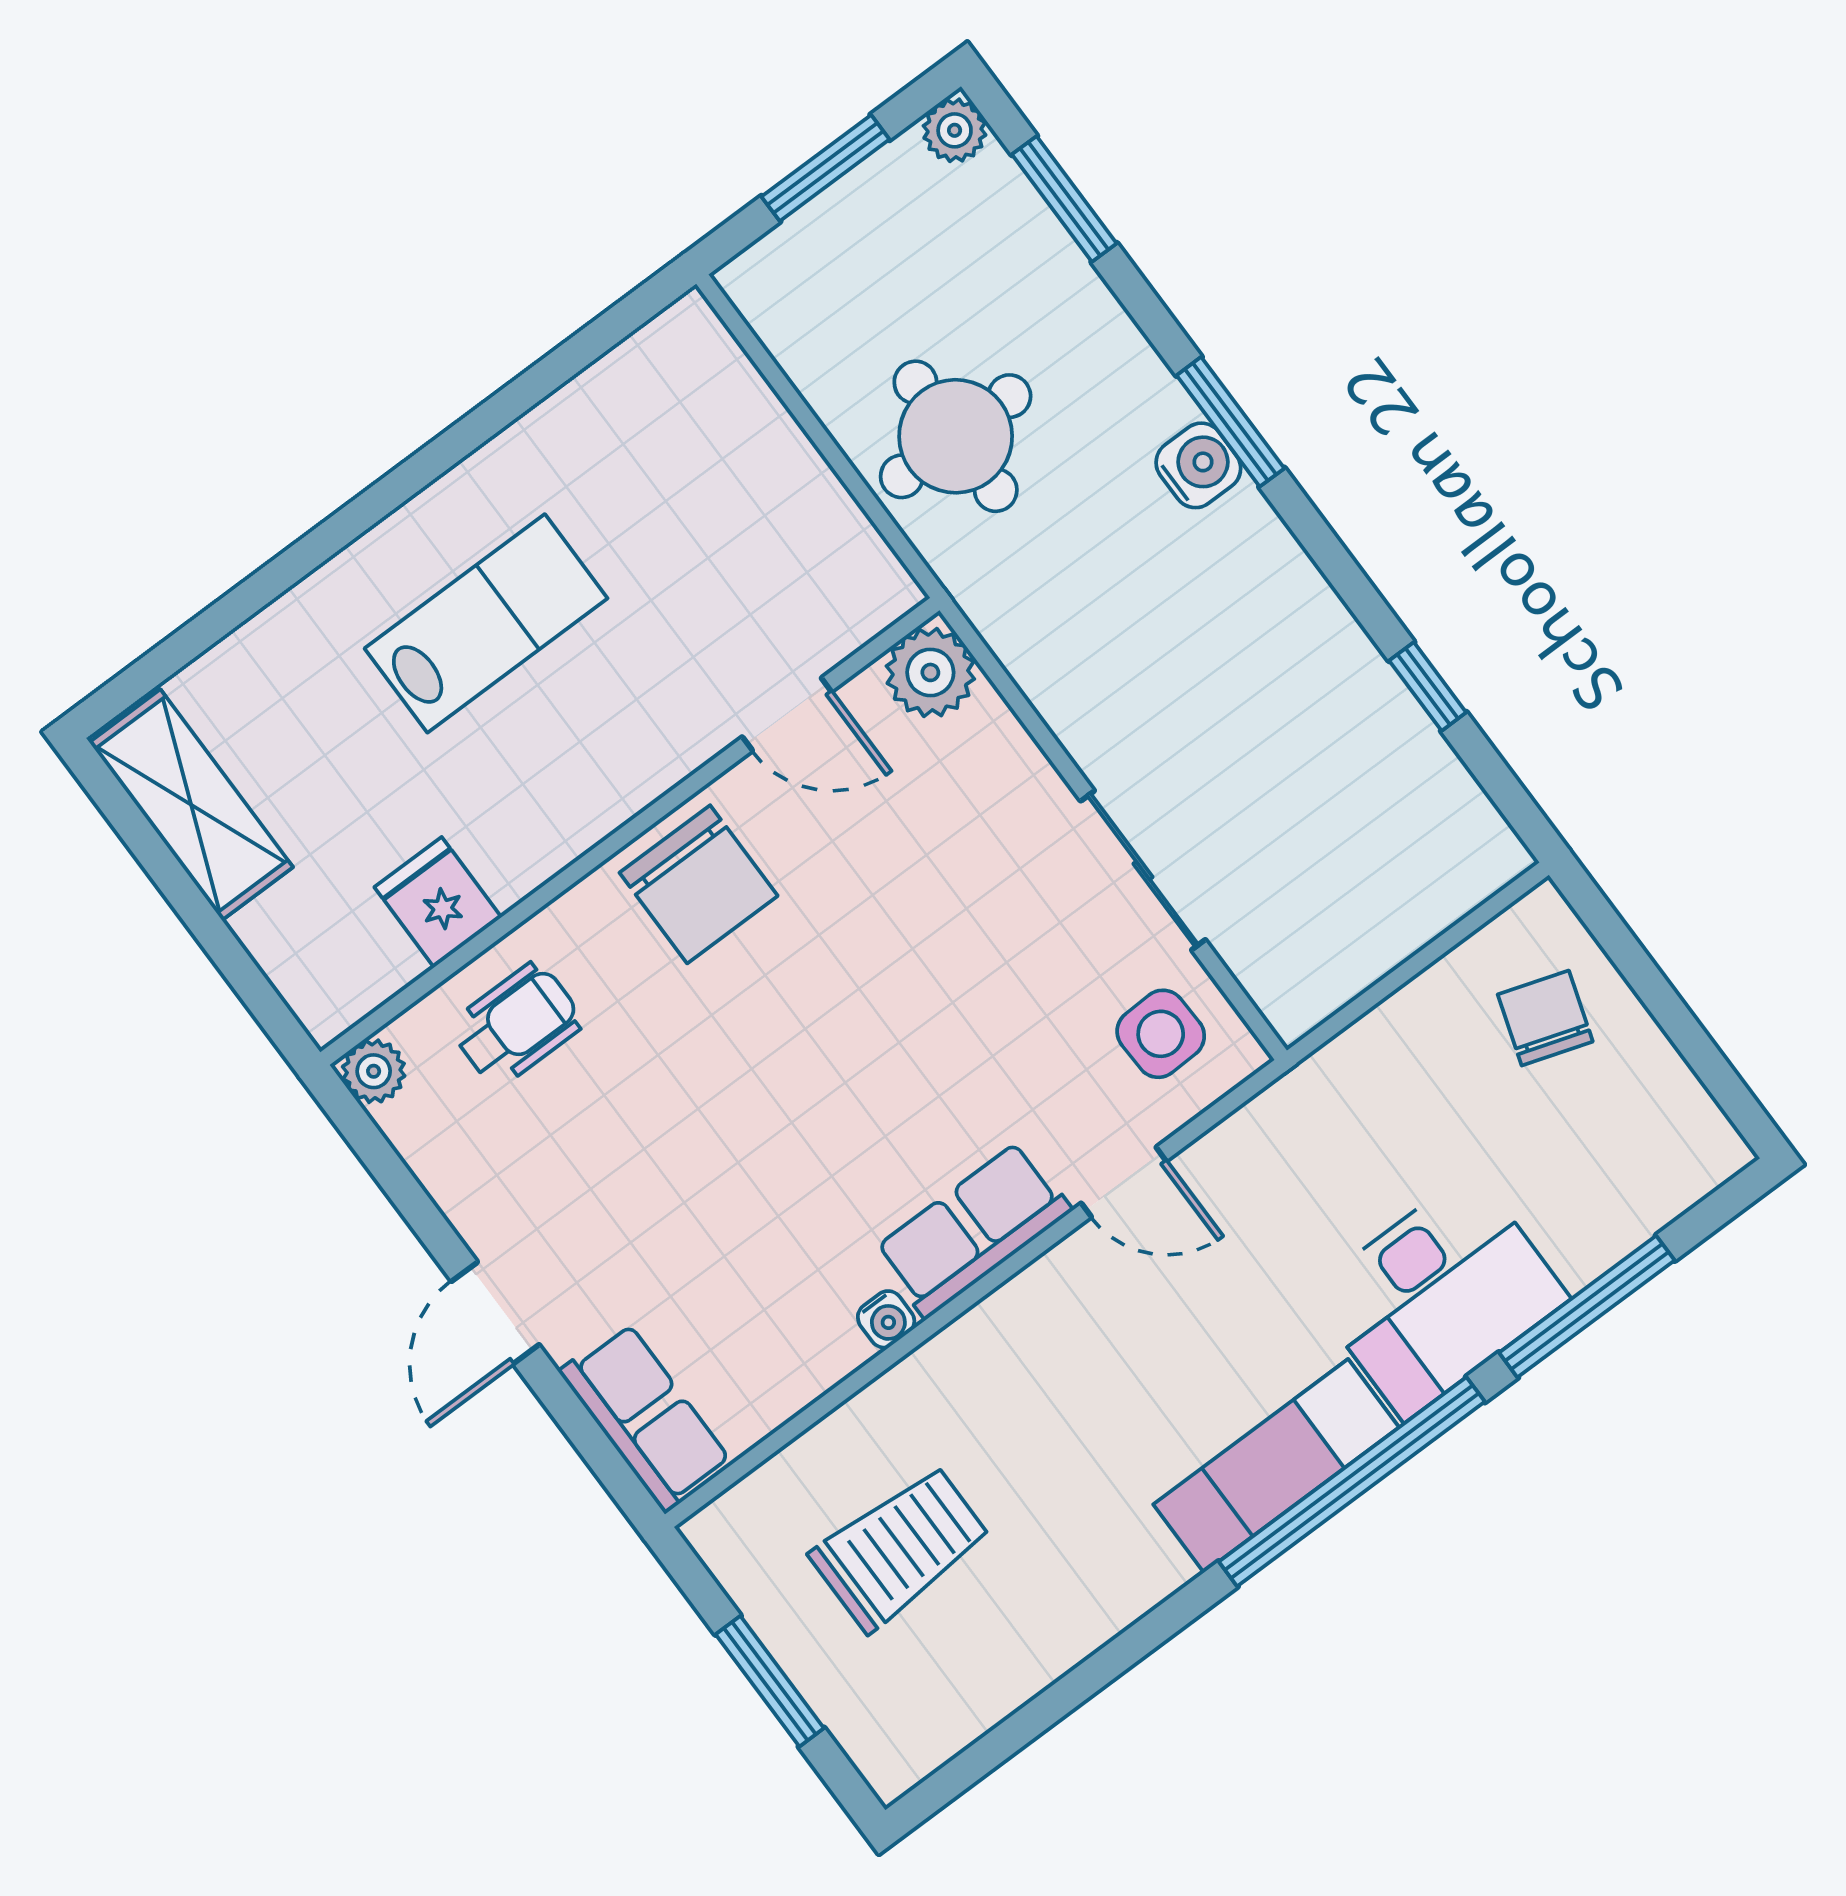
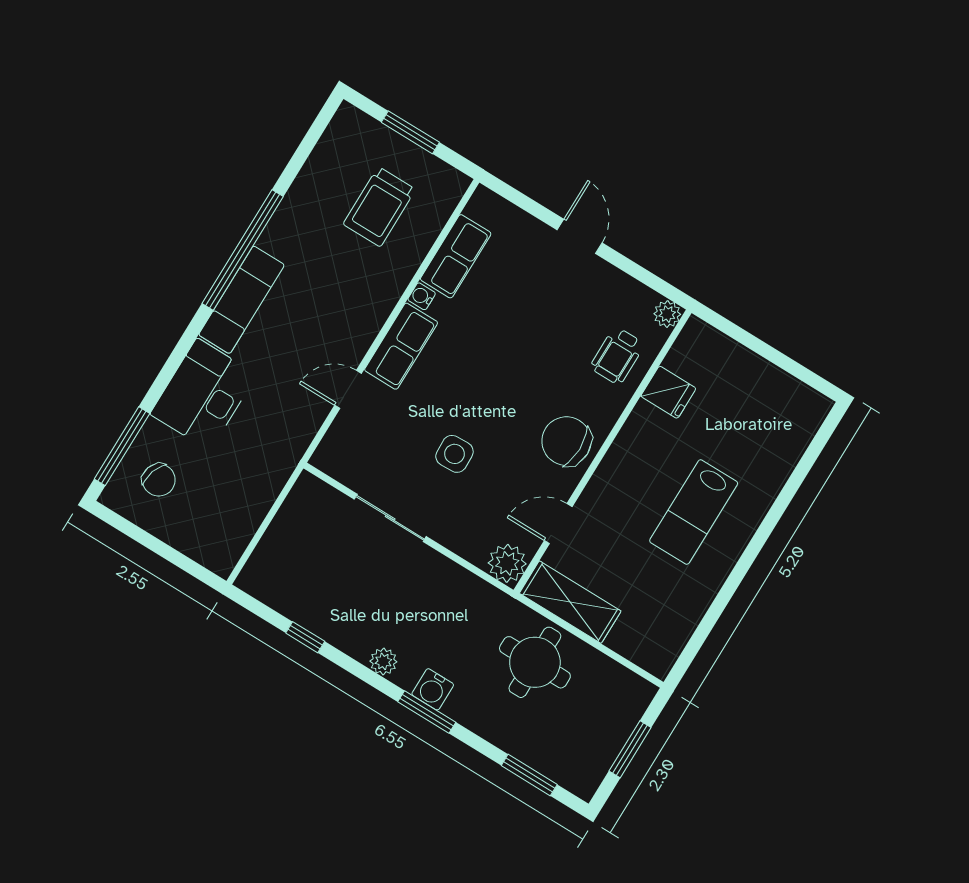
plant: (955, 130) -> (383, 661), moved
shelving: (191, 805) -> (570, 602), moved
chair: (1545, 1018) -> (159, 480), moved
side table: (1161, 1034) -> (454, 454), moved
window: (1587, 1307) -> (122, 446), moved
row of seats: (646, 1417) -> (456, 256), moved, turned -90
window: (1352, 1482) -> (243, 250), moved

